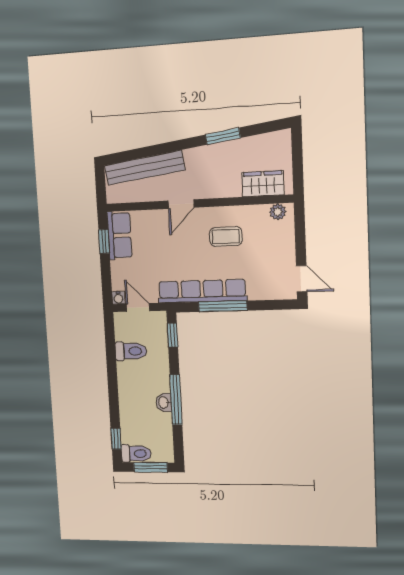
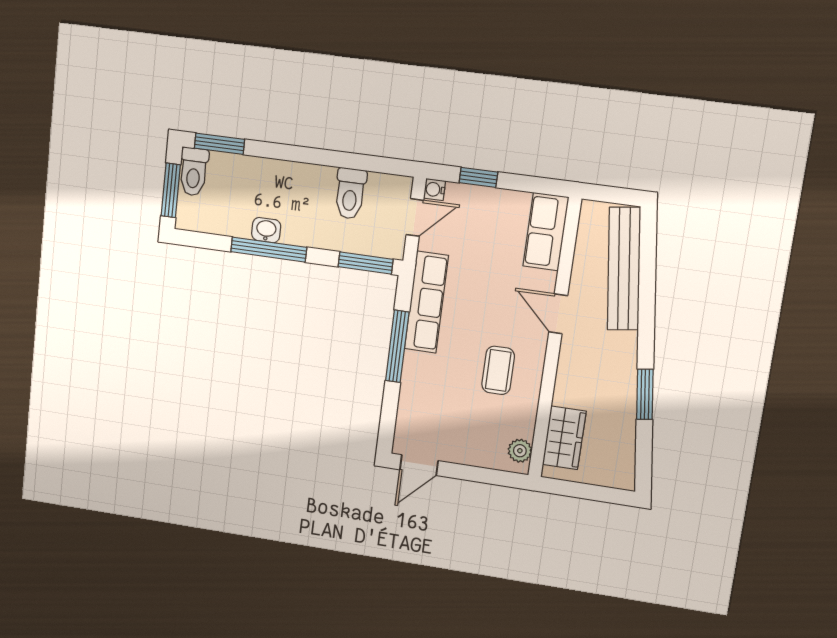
row of seats: (119, 235) -> (546, 232), moved, turned 90
window: (104, 241) -> (478, 177), moved
row of seats: (202, 291) -> (426, 302), width x0.73
window: (173, 335) -> (366, 263), width x1.50
window: (116, 439) -> (219, 144), width x1.50

